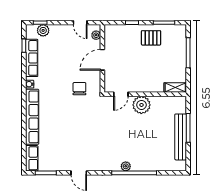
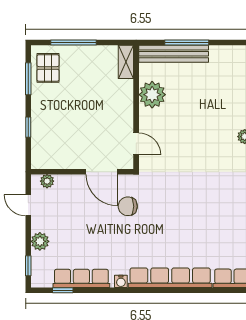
door: (80, 23) -> (28, 205), swing flipped
plant: (43, 30) -> (40, 241), moved
pallet: (151, 38) -> (48, 68), moved
door: (102, 60) -> (102, 172), moved
plant: (141, 105) -> (152, 95), moved
bench: (181, 137) -> (174, 54), moved

